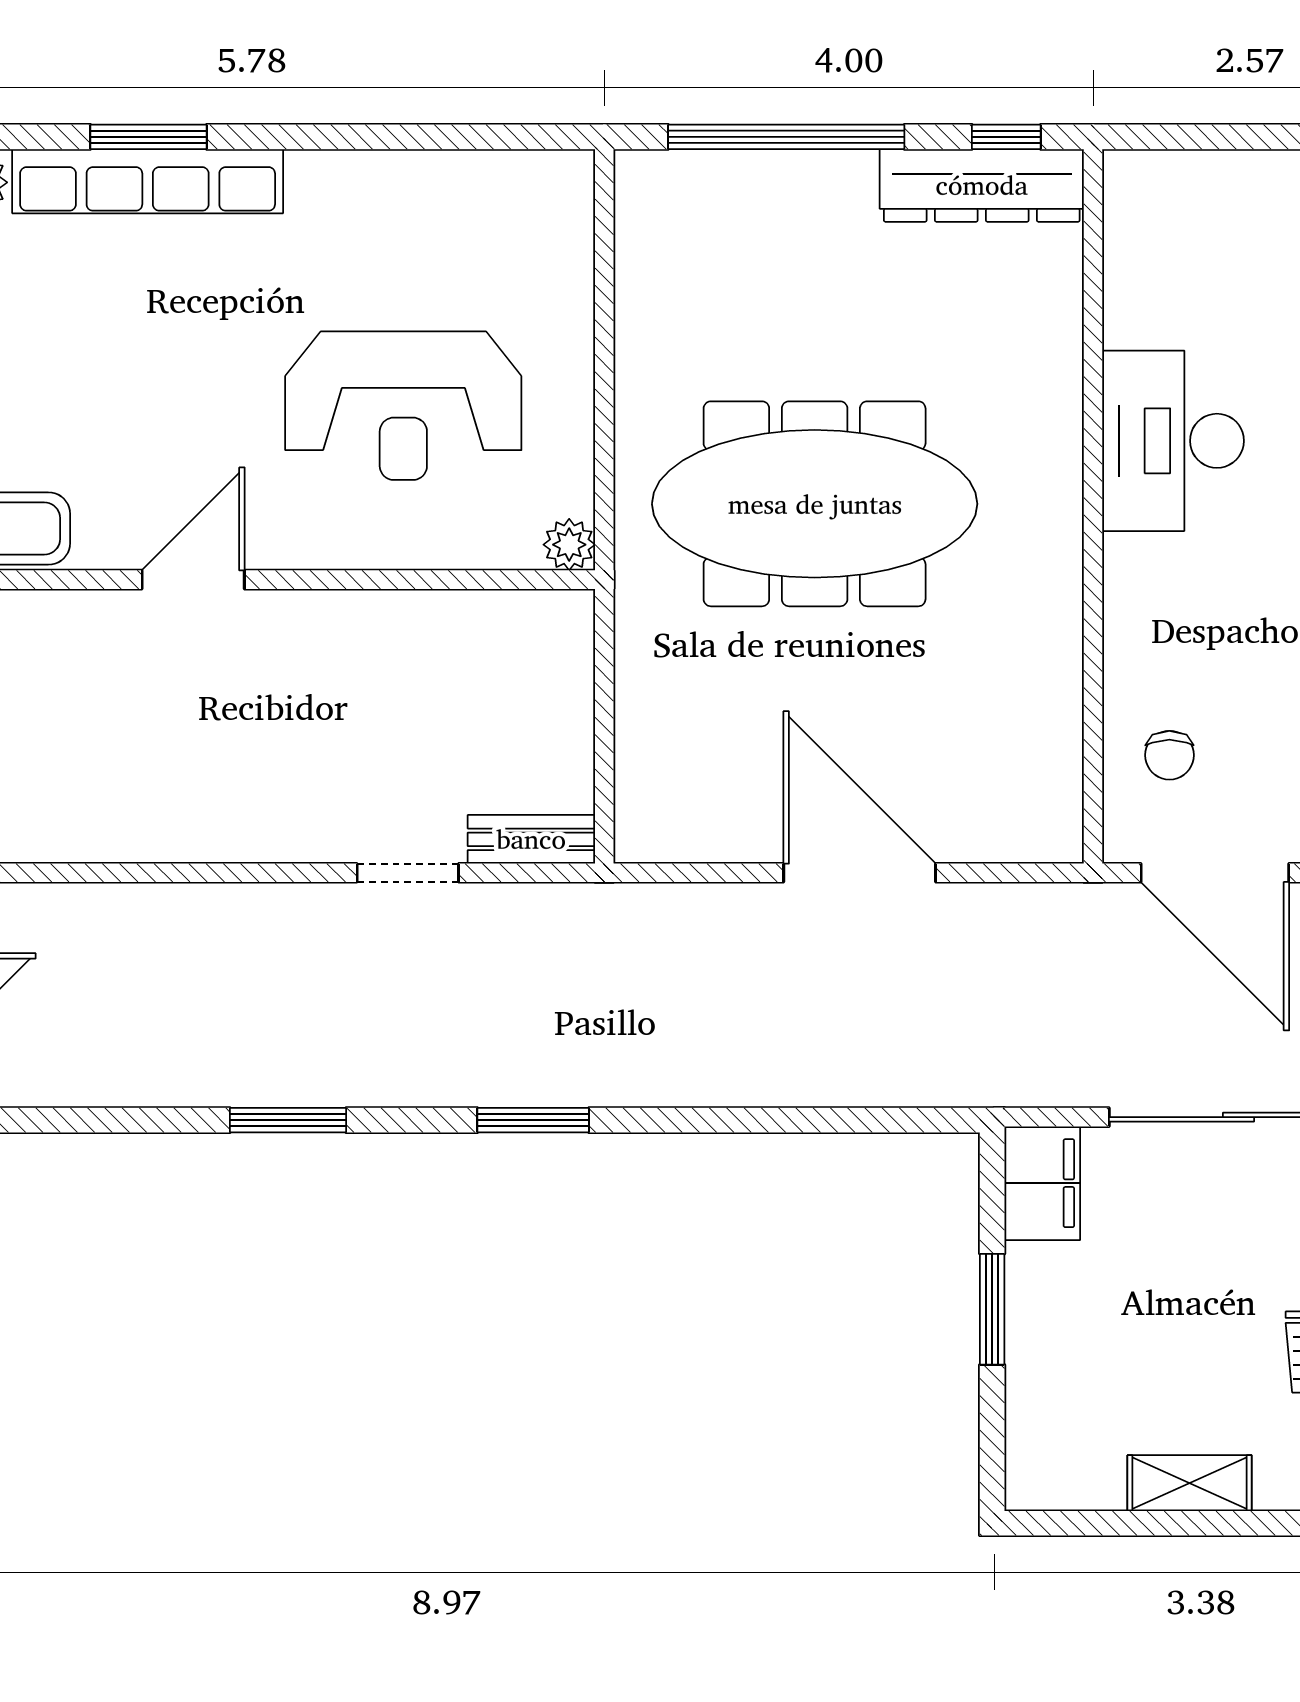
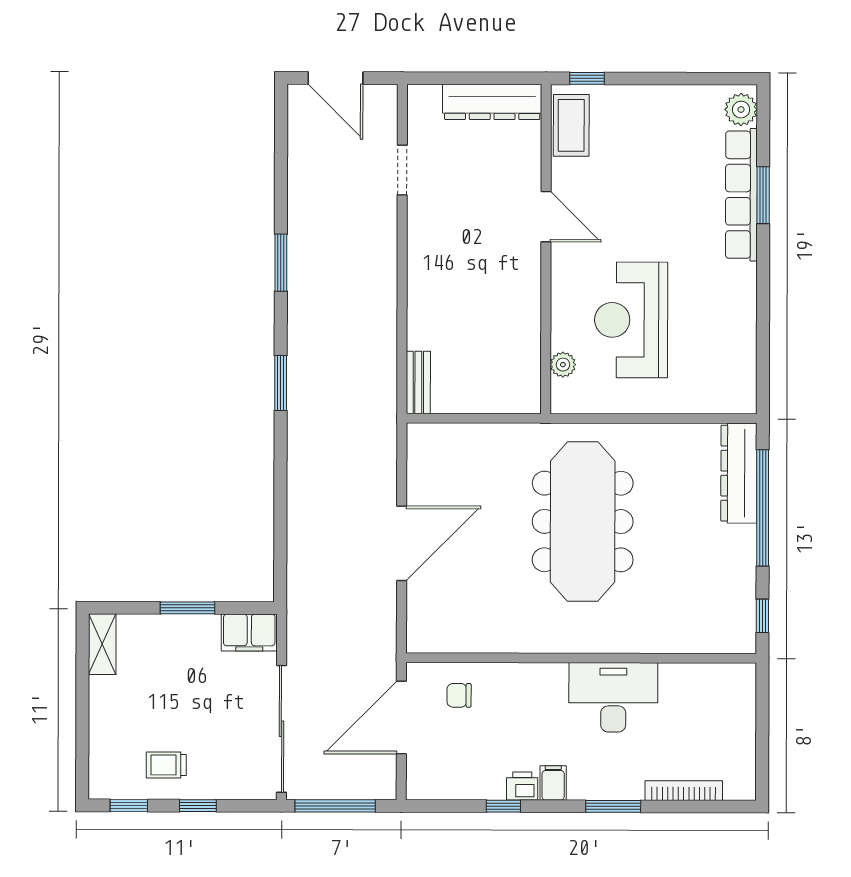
dresser: (982, 185) -> (739, 473), moved
plant: (569, 545) -> (563, 365), moved
doorway: (408, 873) -> (402, 170), moved
shelving: (1190, 1483) -> (102, 644), moved

